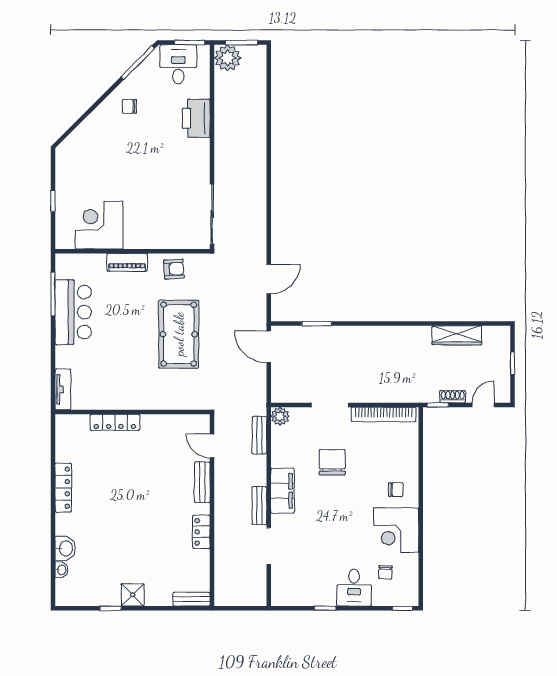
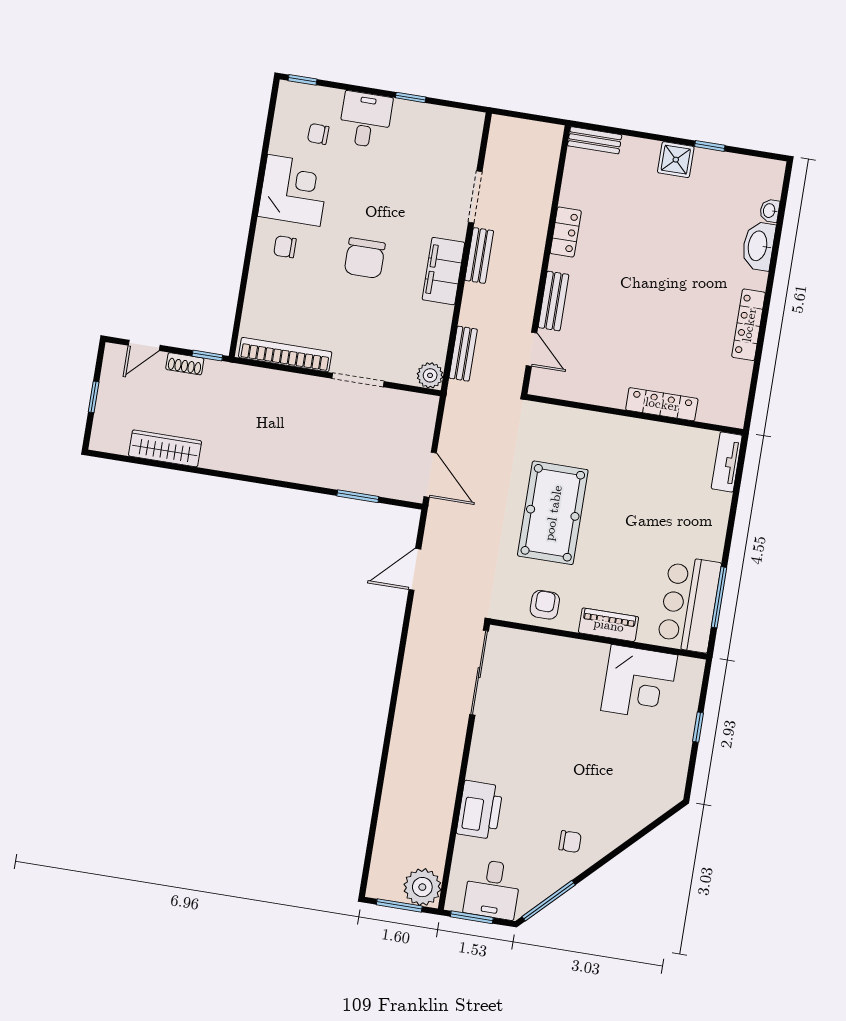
armchair: (174, 269) -> (545, 605), turned 94
bar counter: (73, 312) -> (689, 604), moved
chair: (332, 462) -> (365, 258), moved
washbasin: (65, 548) -> (758, 246), width x1.38
chair: (385, 572) -> (318, 134), turned -90

